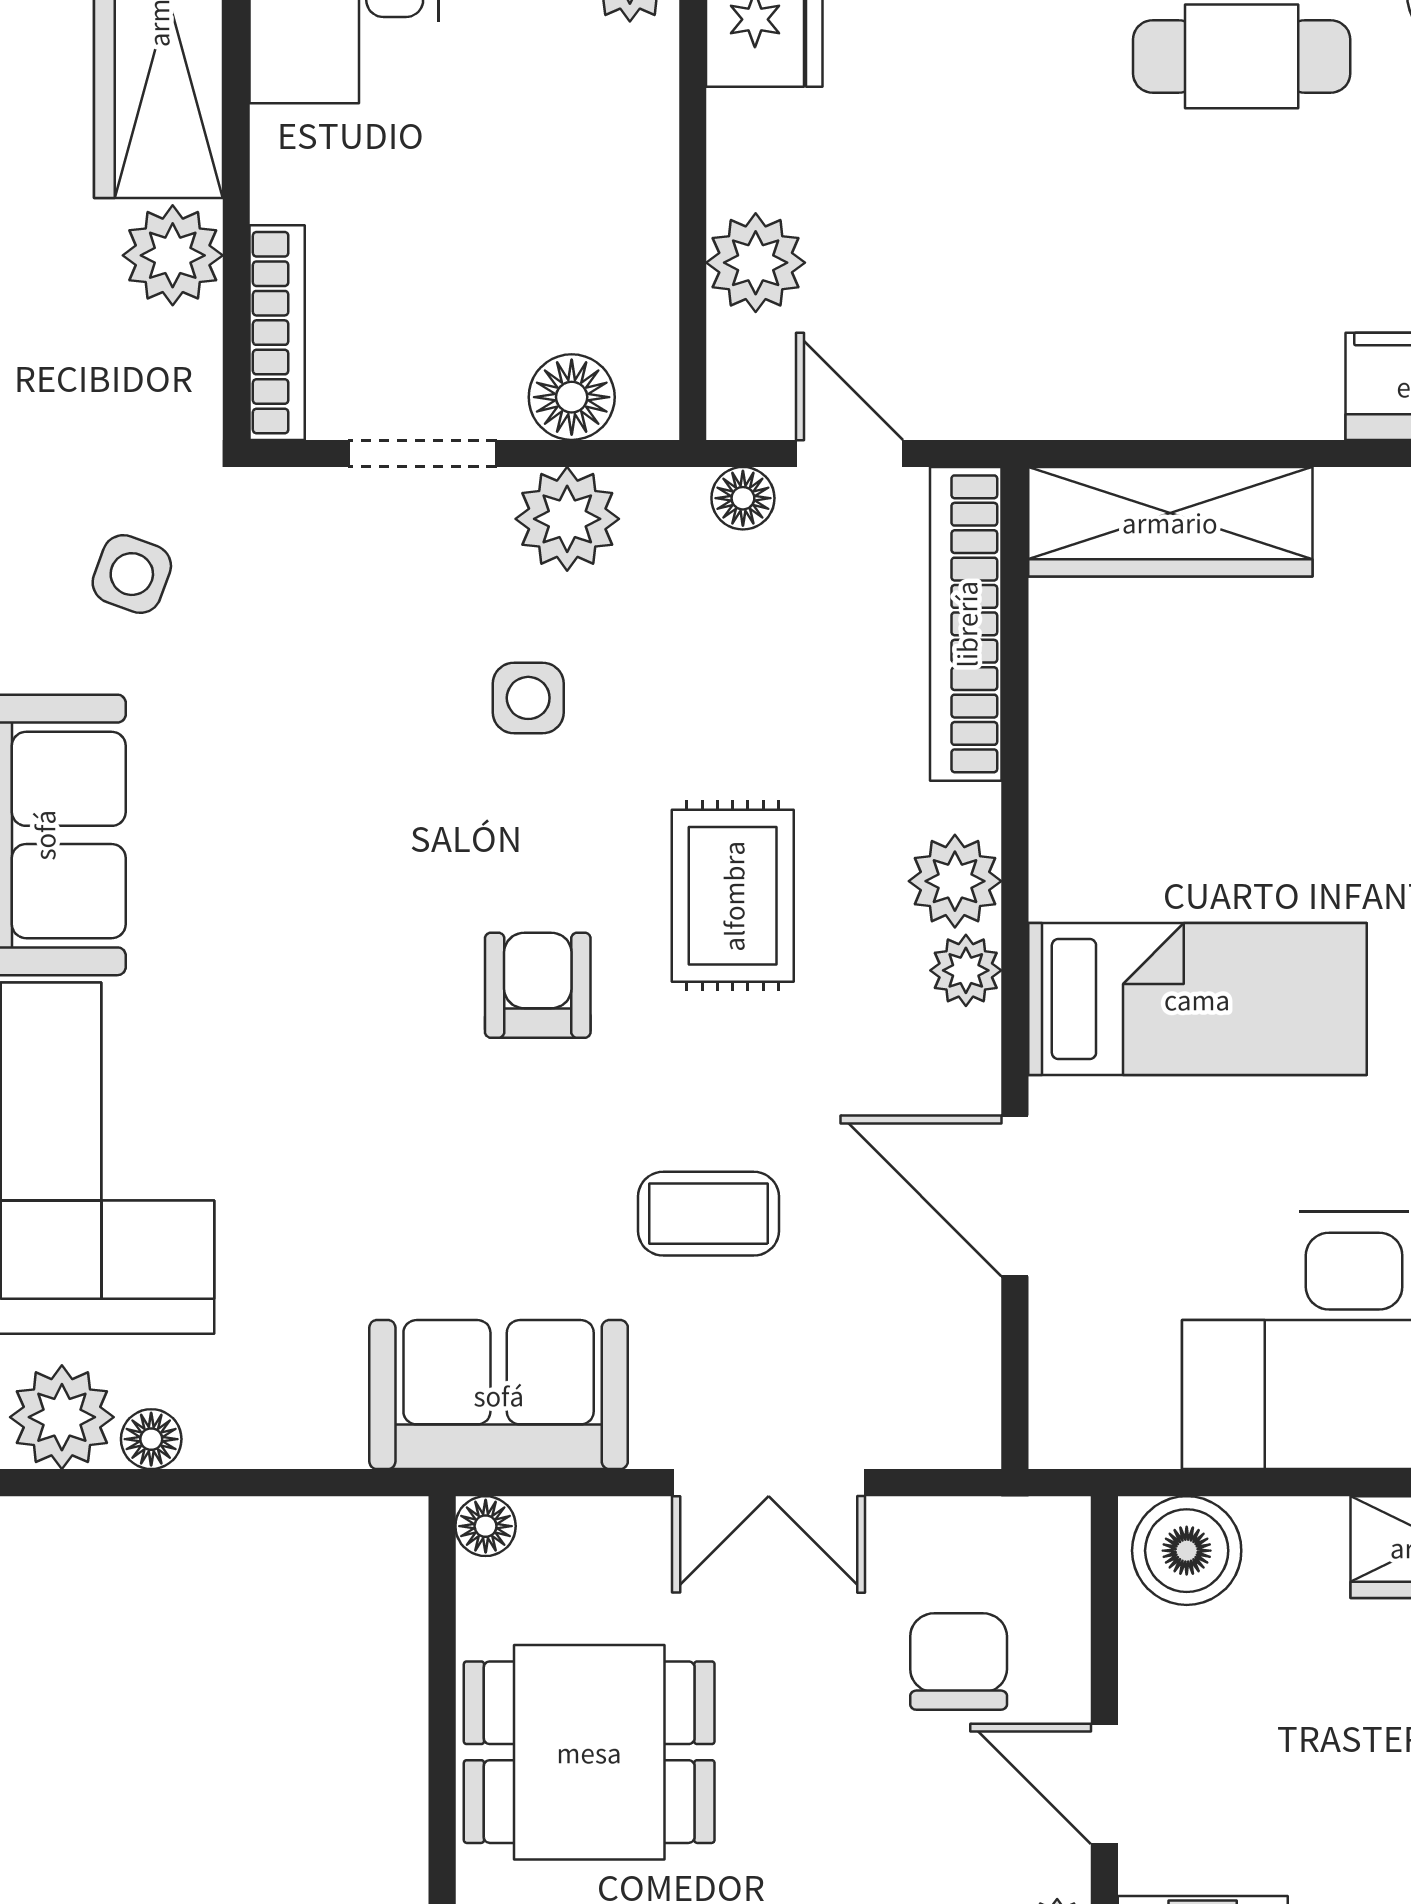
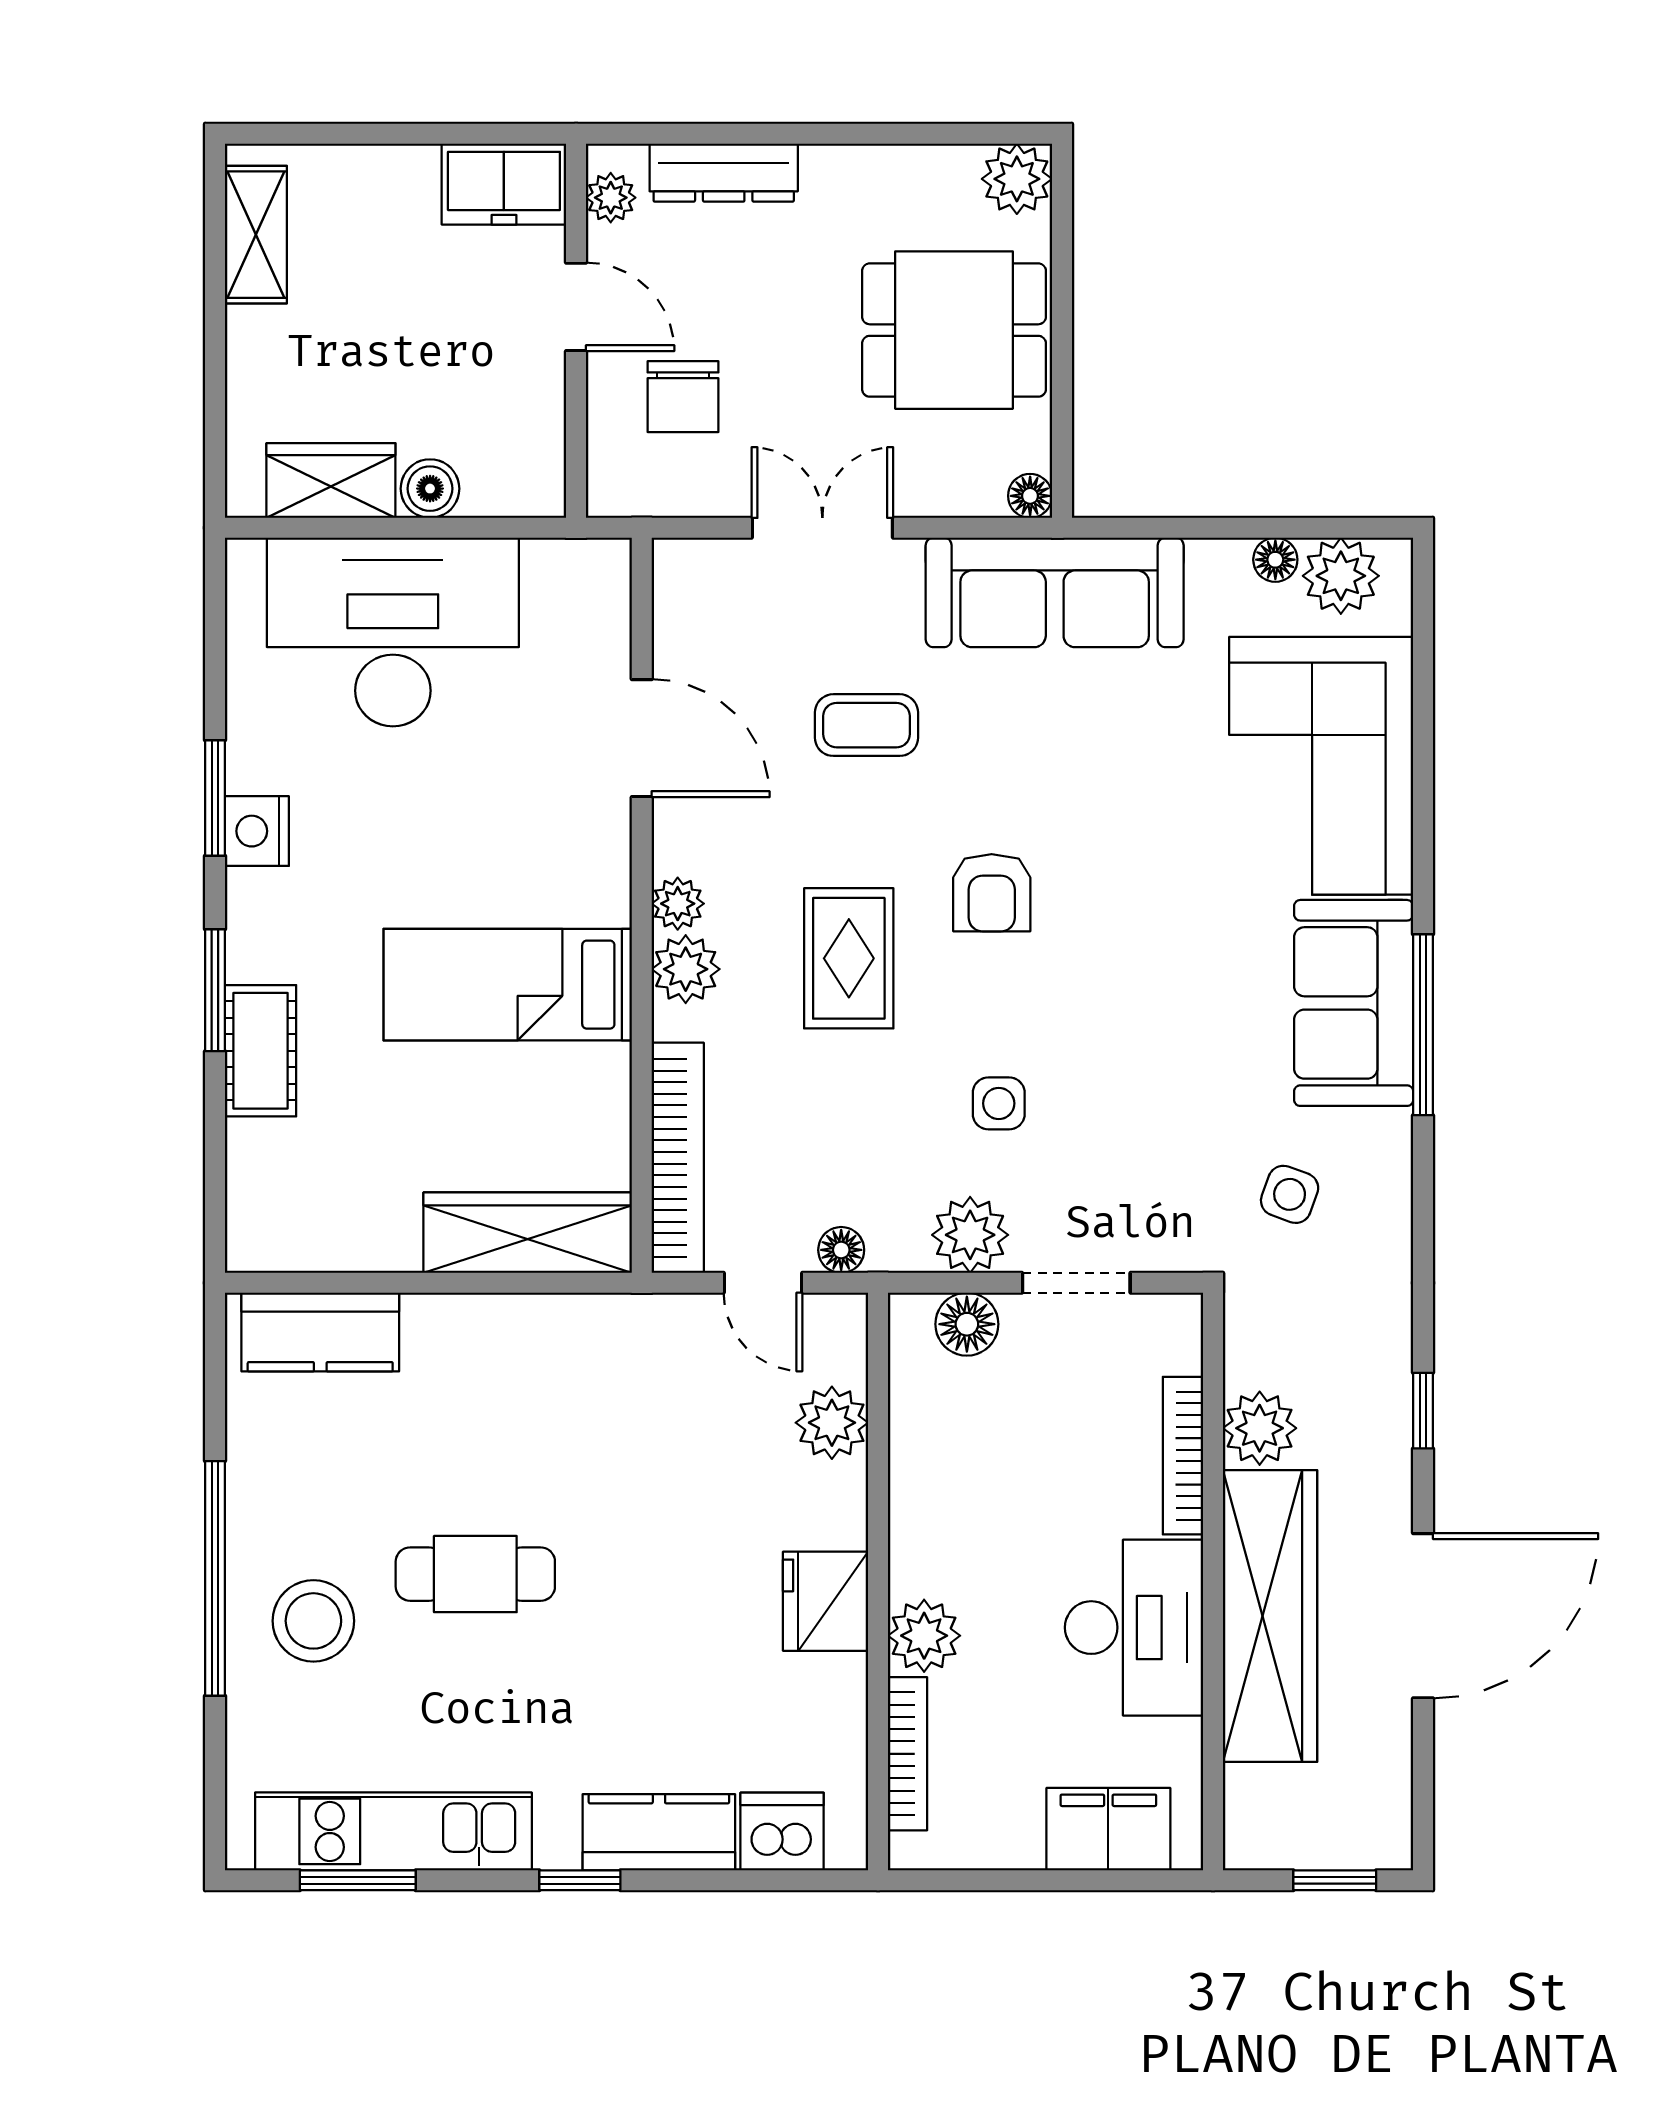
bookcase: (277, 333) -> (1183, 1456), moved
bed: (1197, 999) -> (508, 985), moved
sofa: (499, 1395) -> (1055, 592), width x1.36
boiler: (1187, 1551) -> (430, 489), moved, width x0.73, depth x0.73

